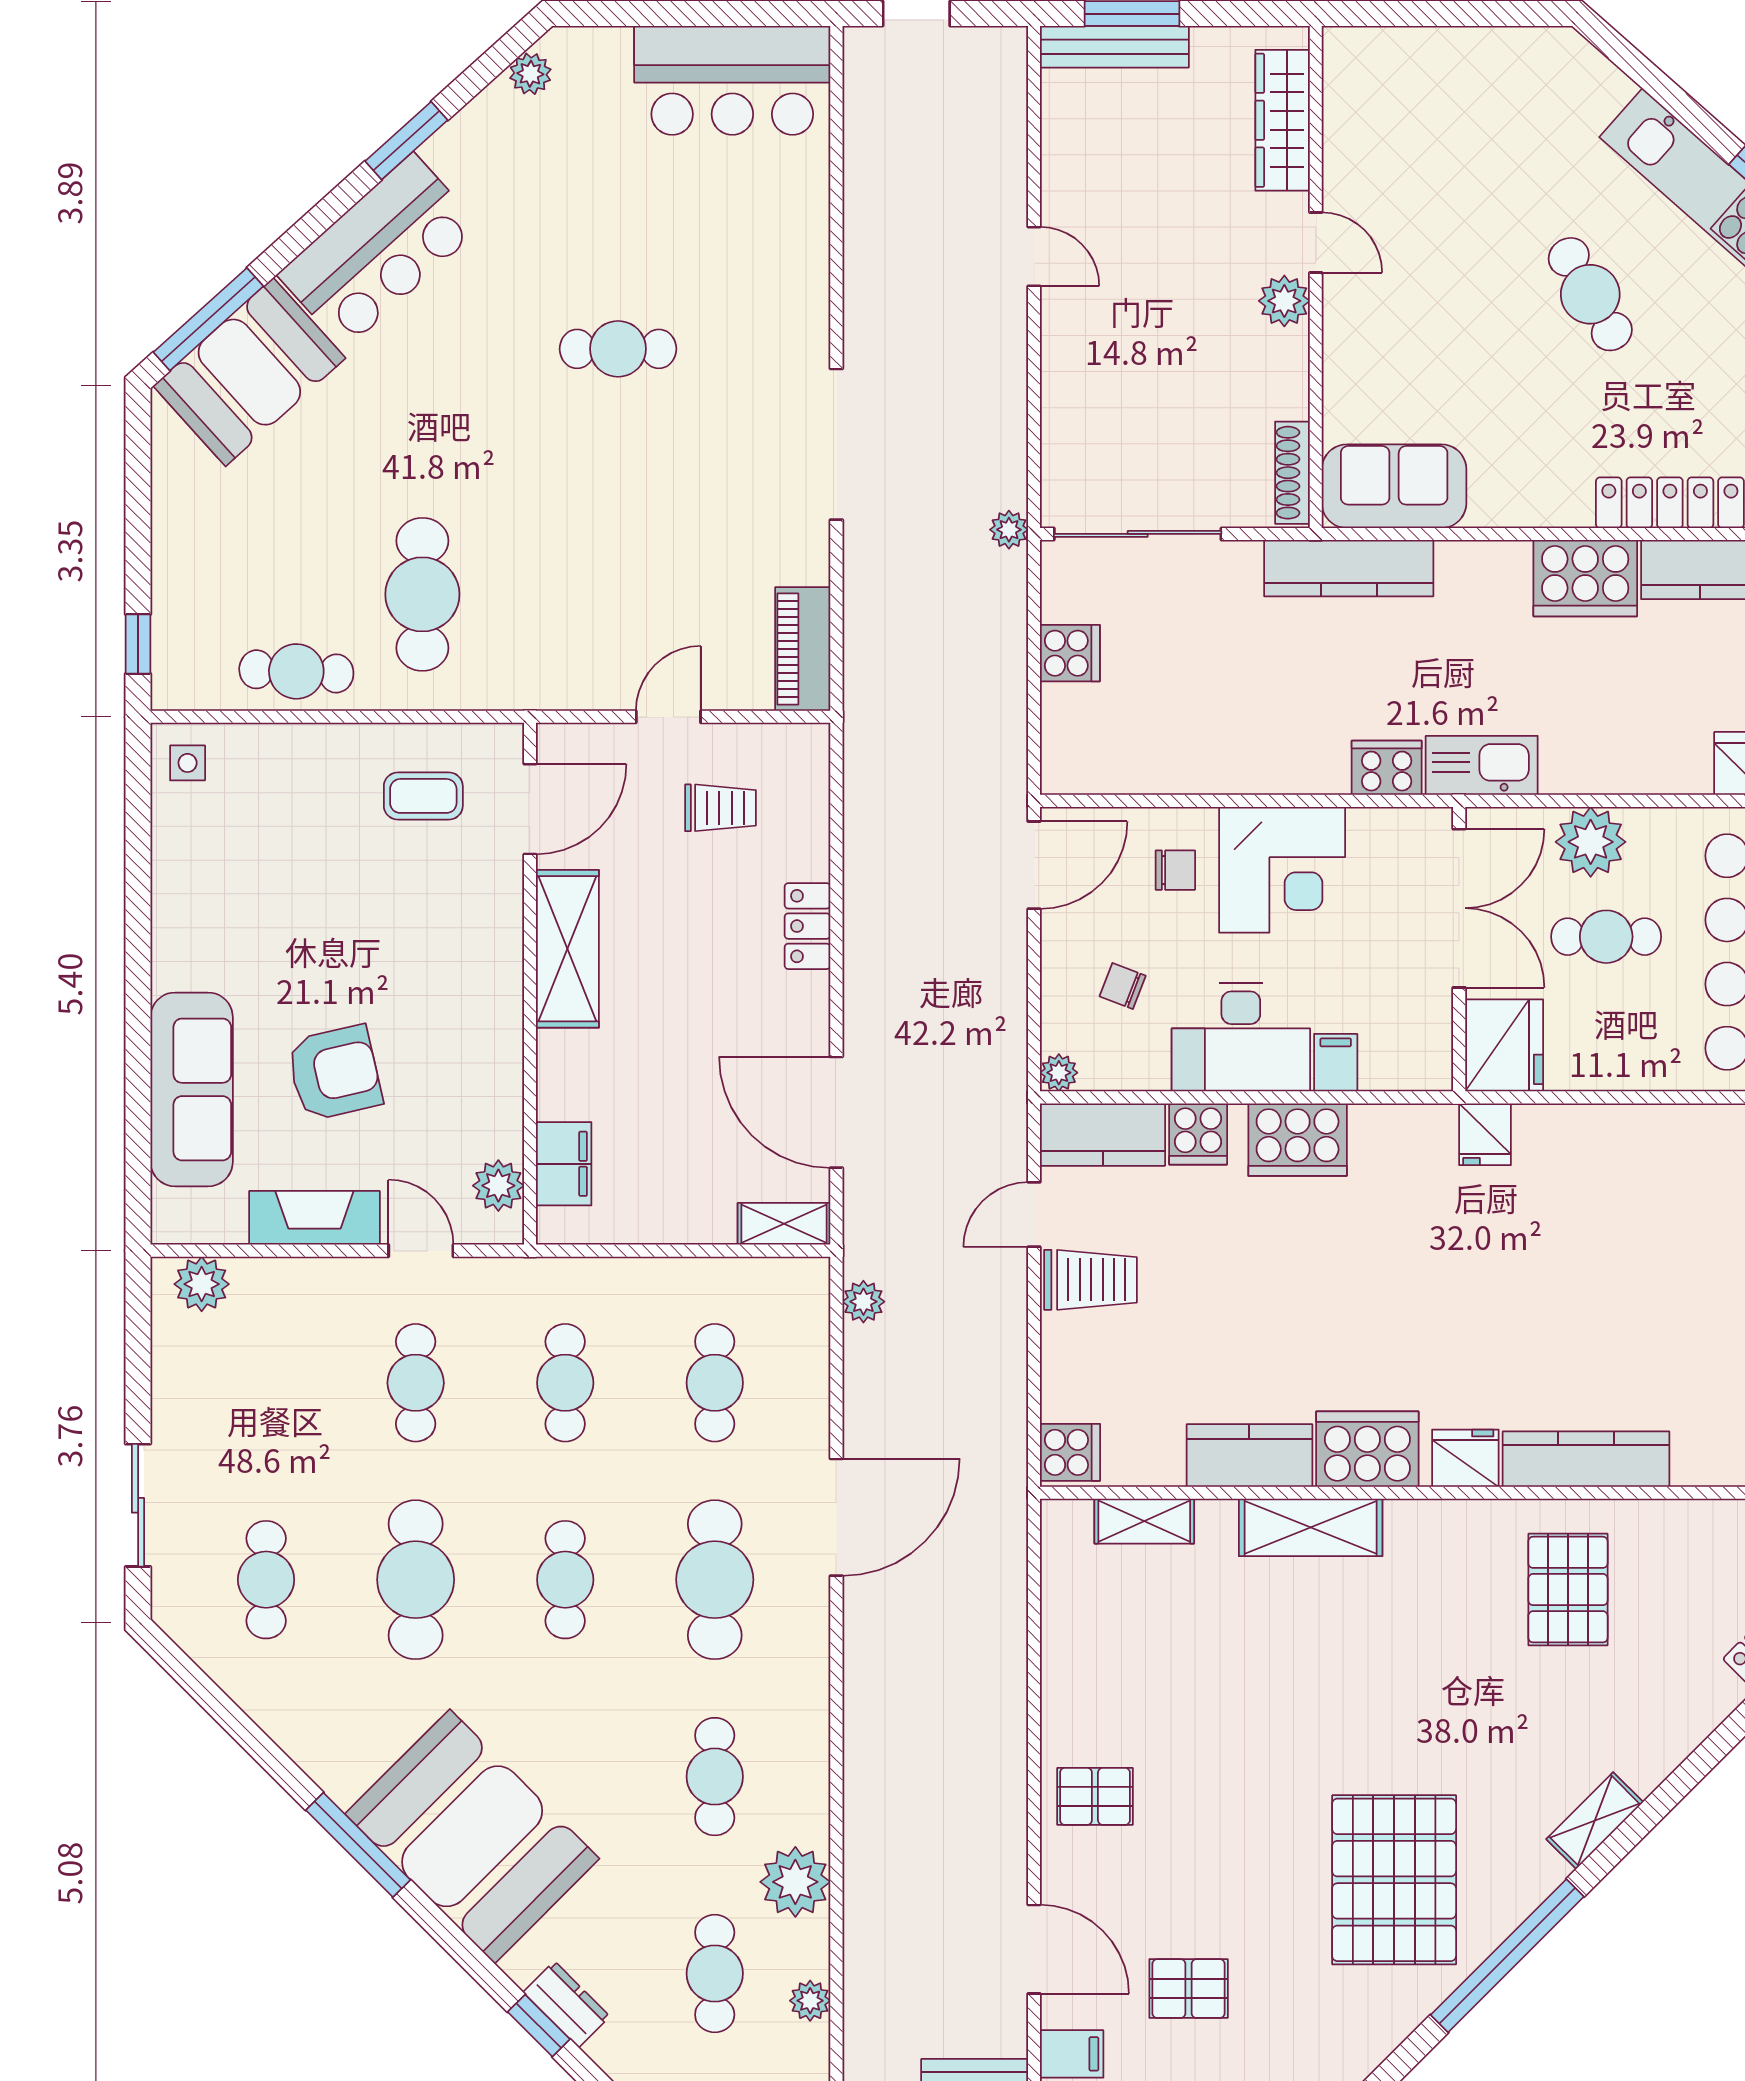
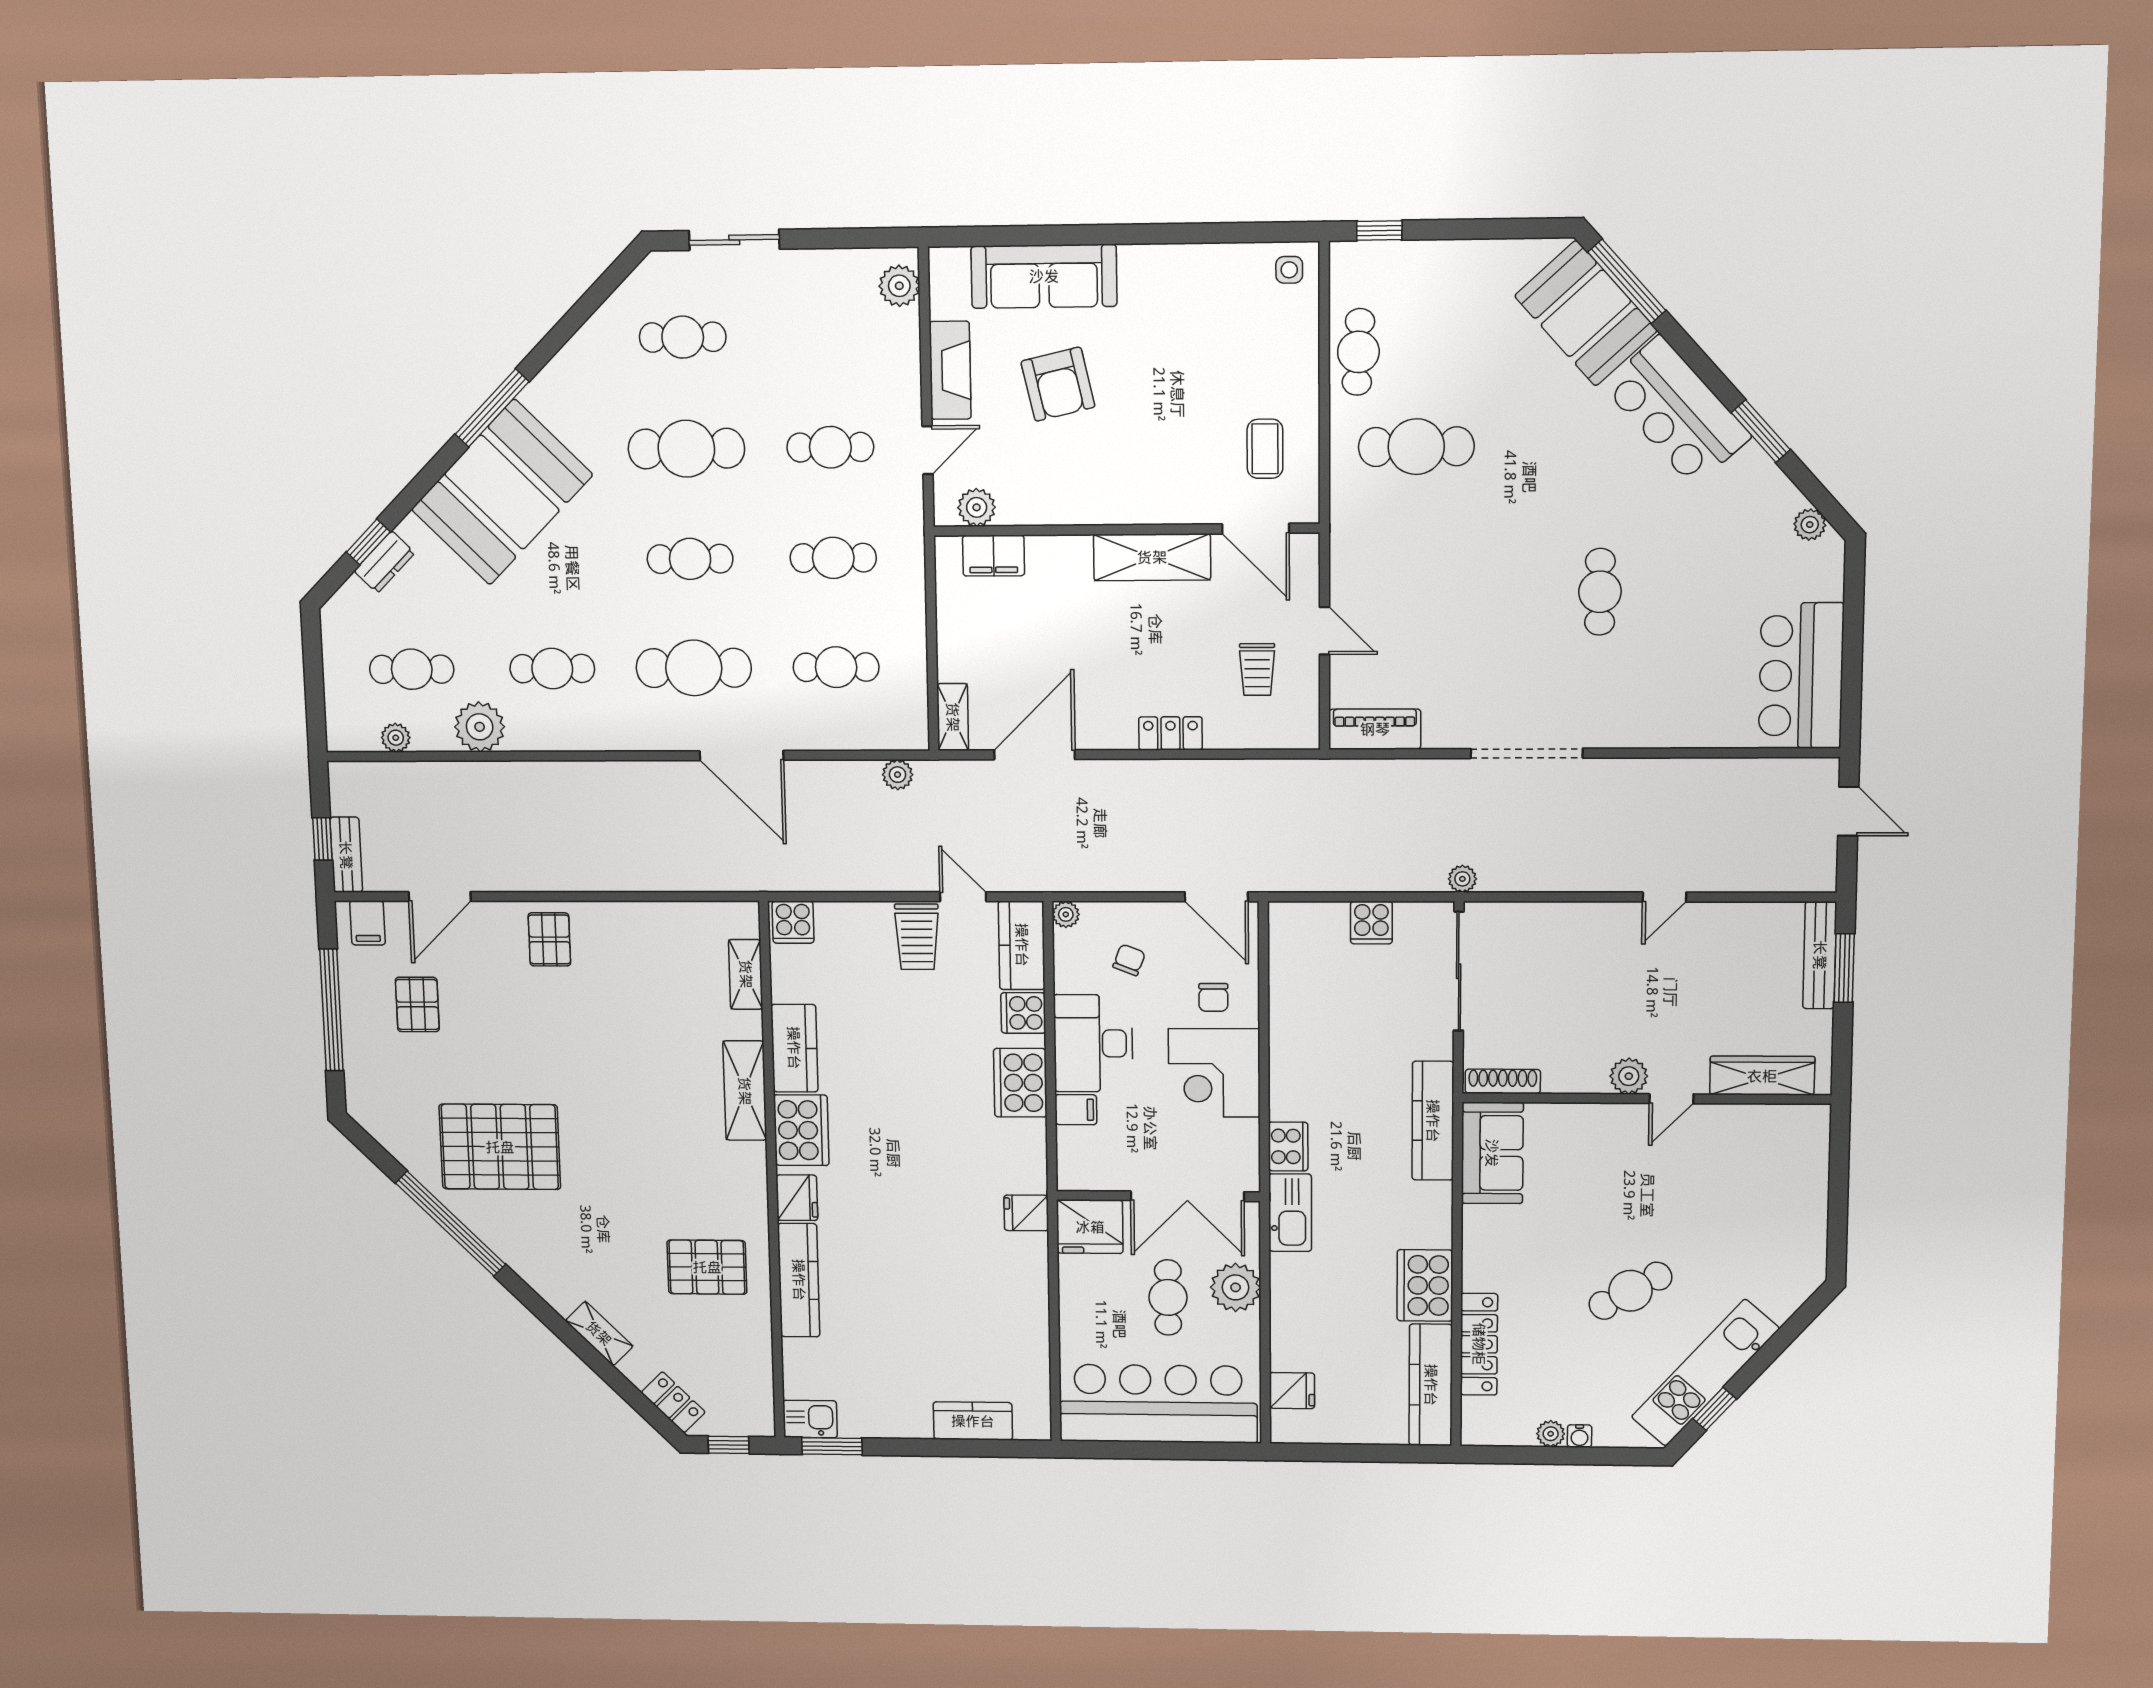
shelving: (1595, 1821) -> (599, 1333), moved

